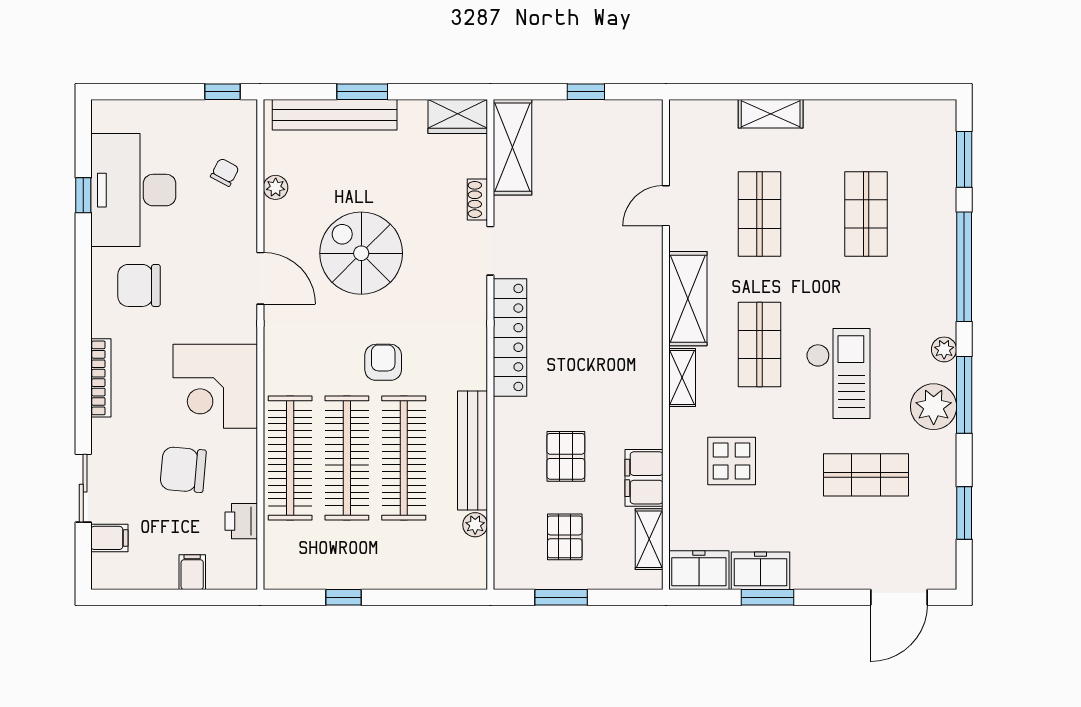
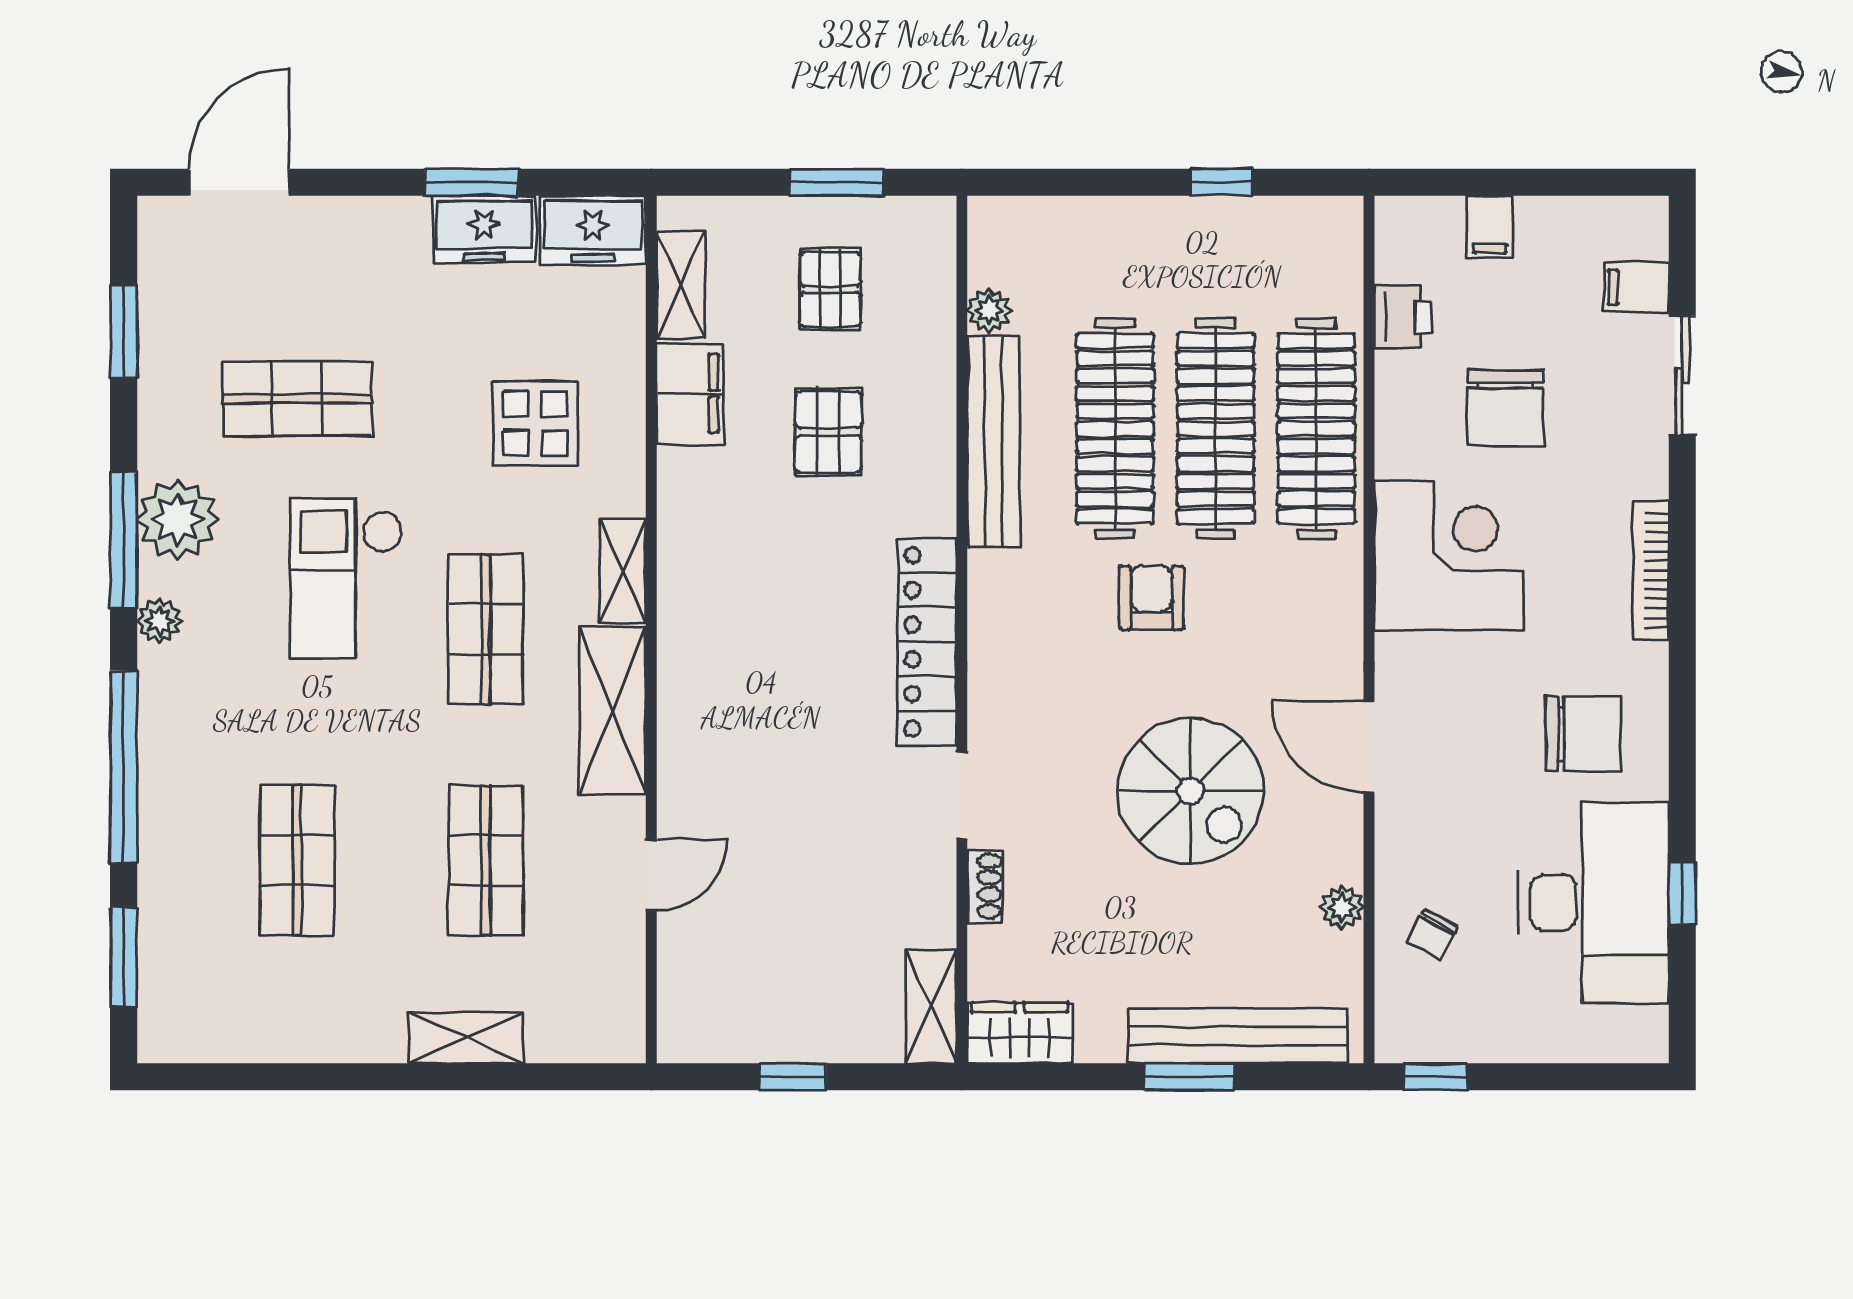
shelving: (513, 147) -> (931, 1007), width x0.67, depth x0.75
armchair: (383, 362) -> (1152, 598), turned 180
chair: (183, 470) -> (1506, 408), turned 85

